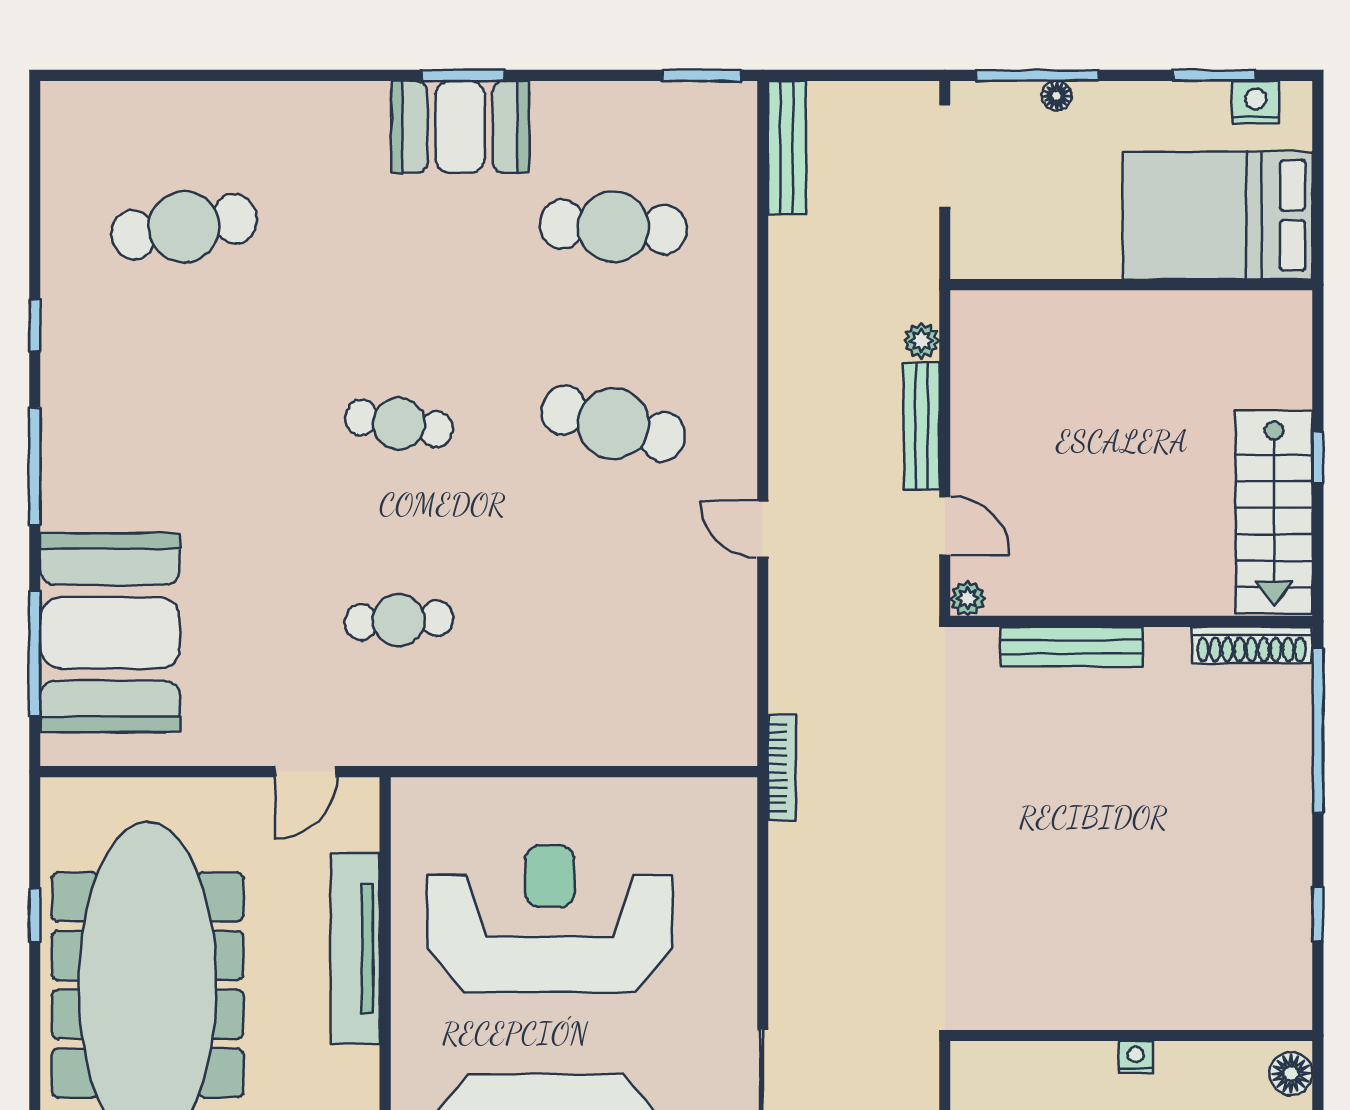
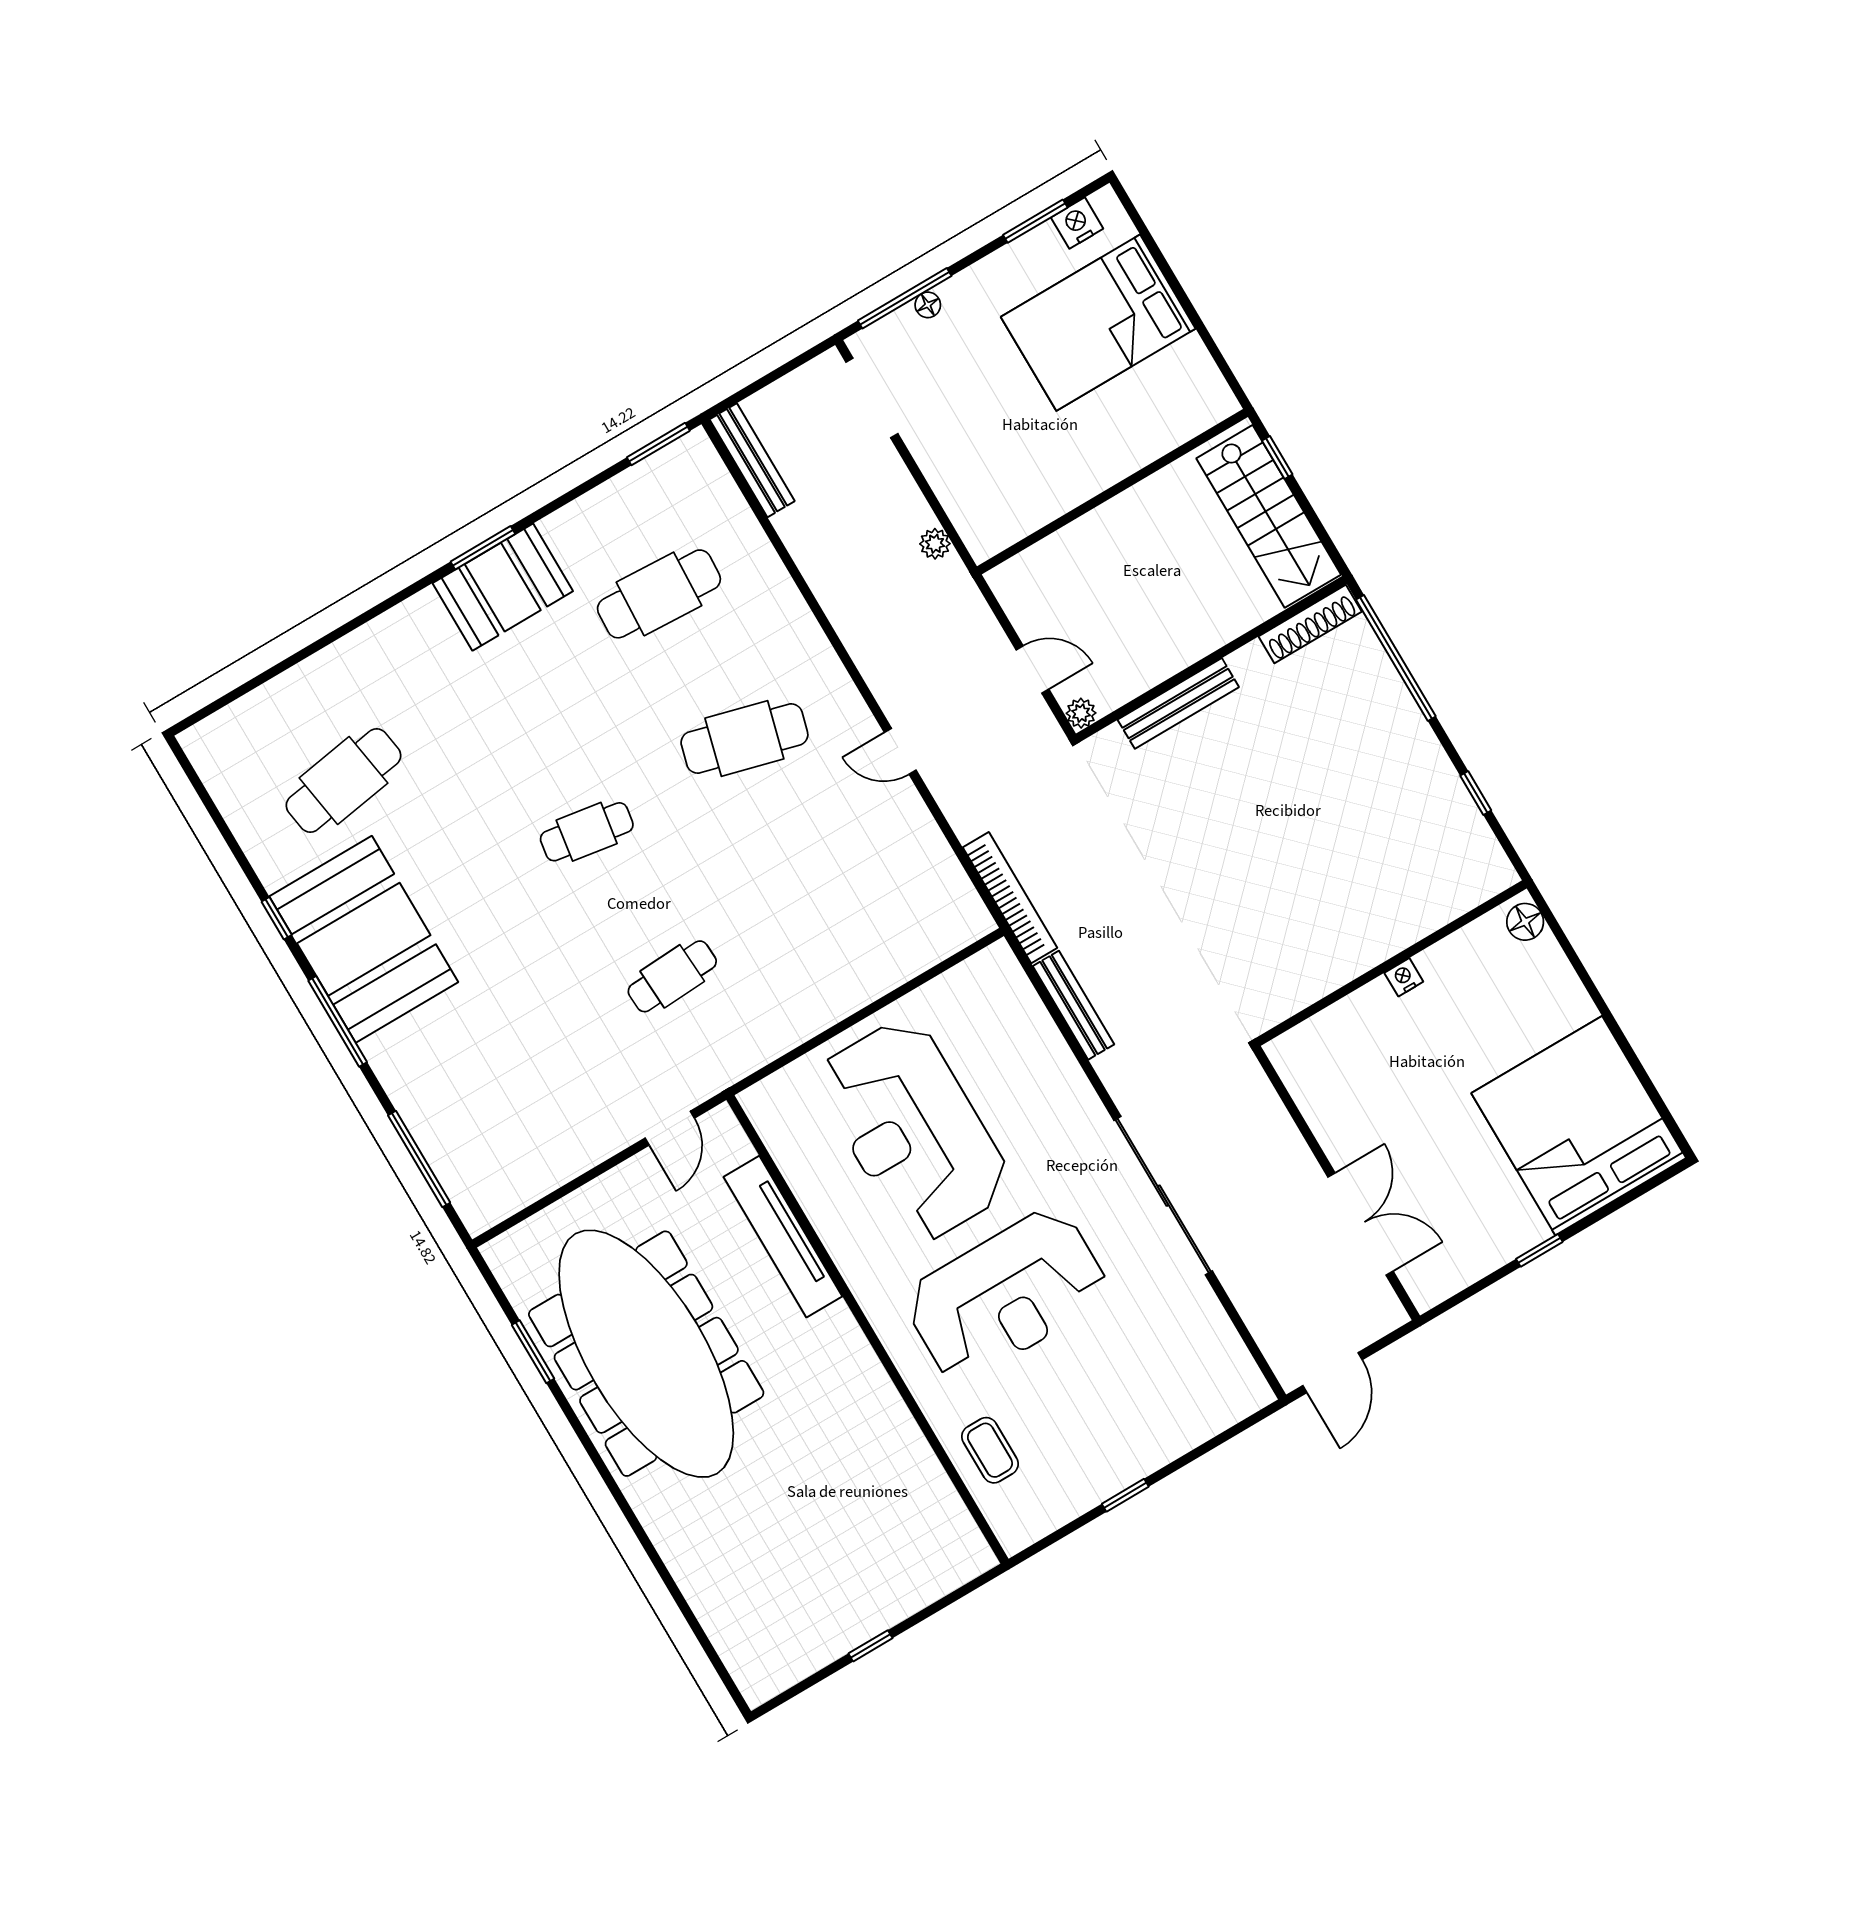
wall: (1131, 285) -> (1112, 492), moved
bench: (921, 426) -> (1074, 1005), moved
booth: (110, 633) -> (364, 939), moved
bookcase: (782, 768) -> (1010, 898), width x1.48, depth x1.31
window: (35, 915) -> (533, 1352), width x1.50
reception desk: (550, 919) -> (913, 1130), turned -90

